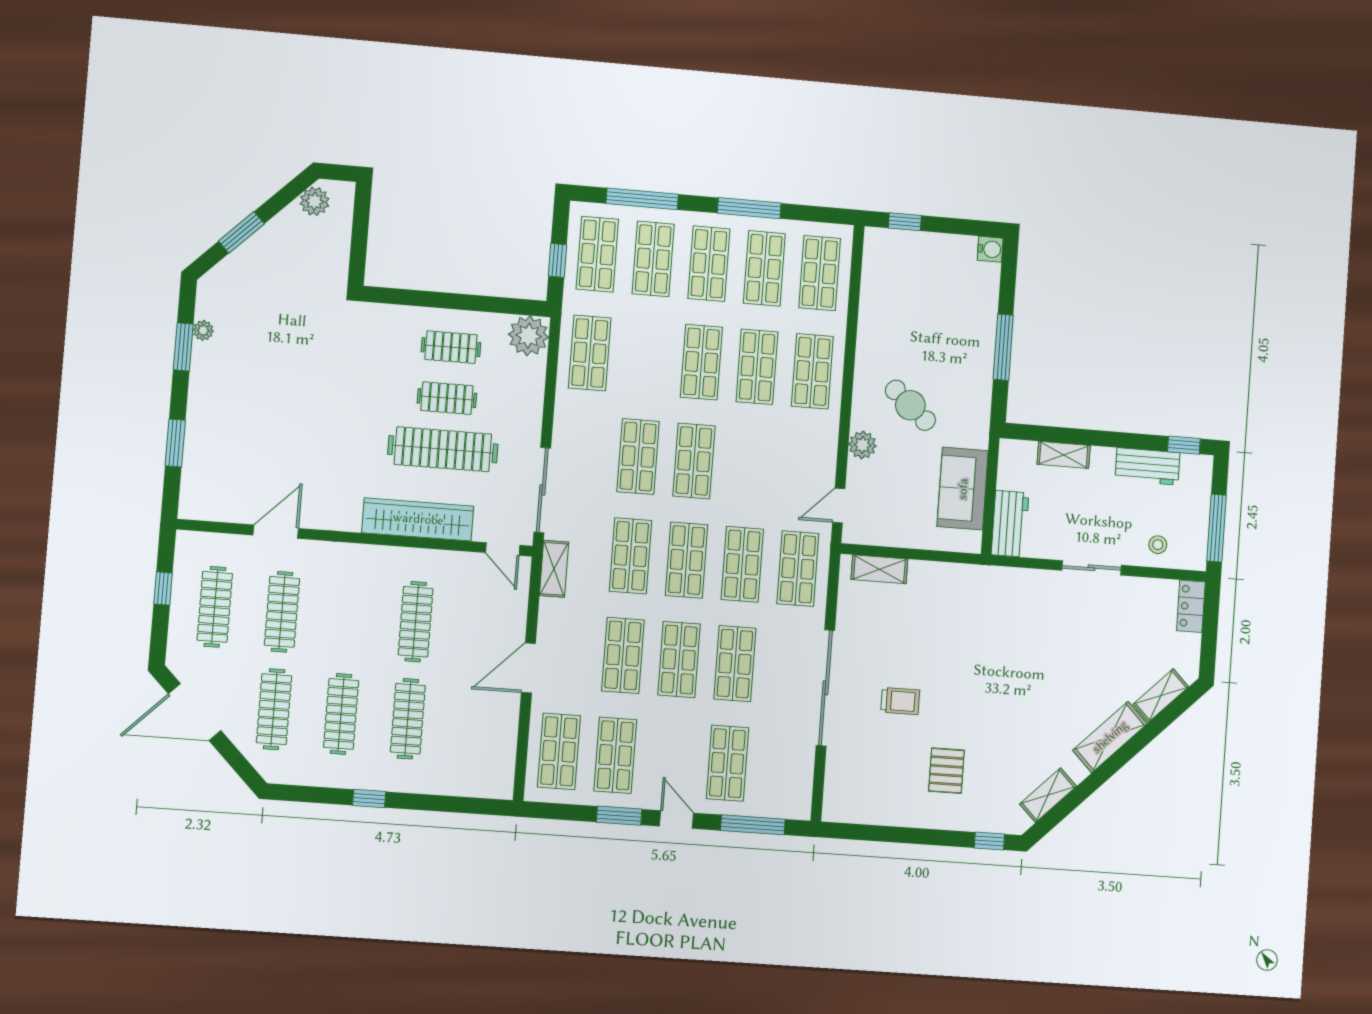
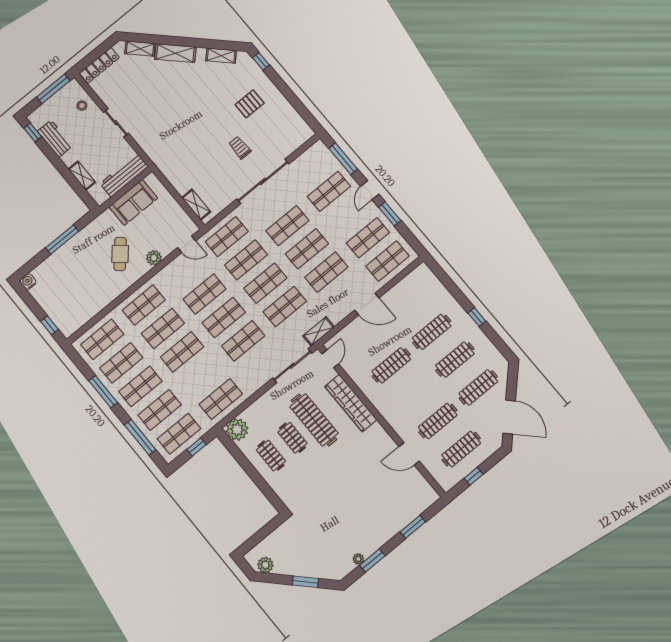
shop shelf: (750, 465) -> (204, 294), added
workbench: (1010, 524) -> (124, 175), width x1.38
locker: (1191, 606) -> (99, 65), width x1.53

